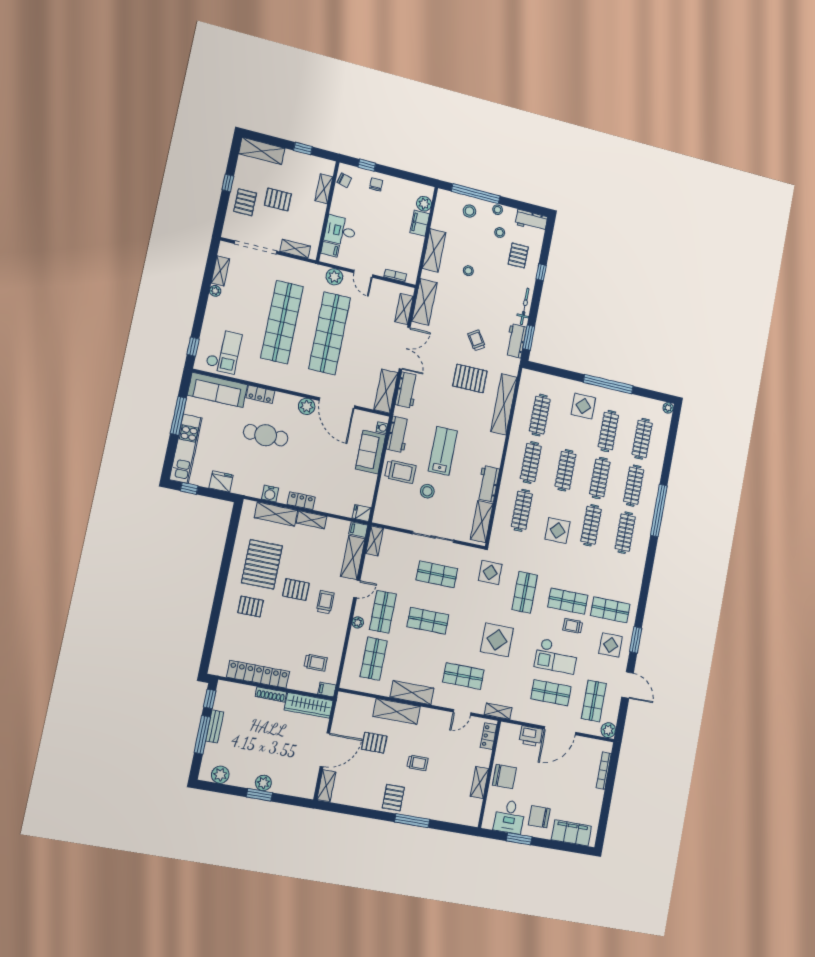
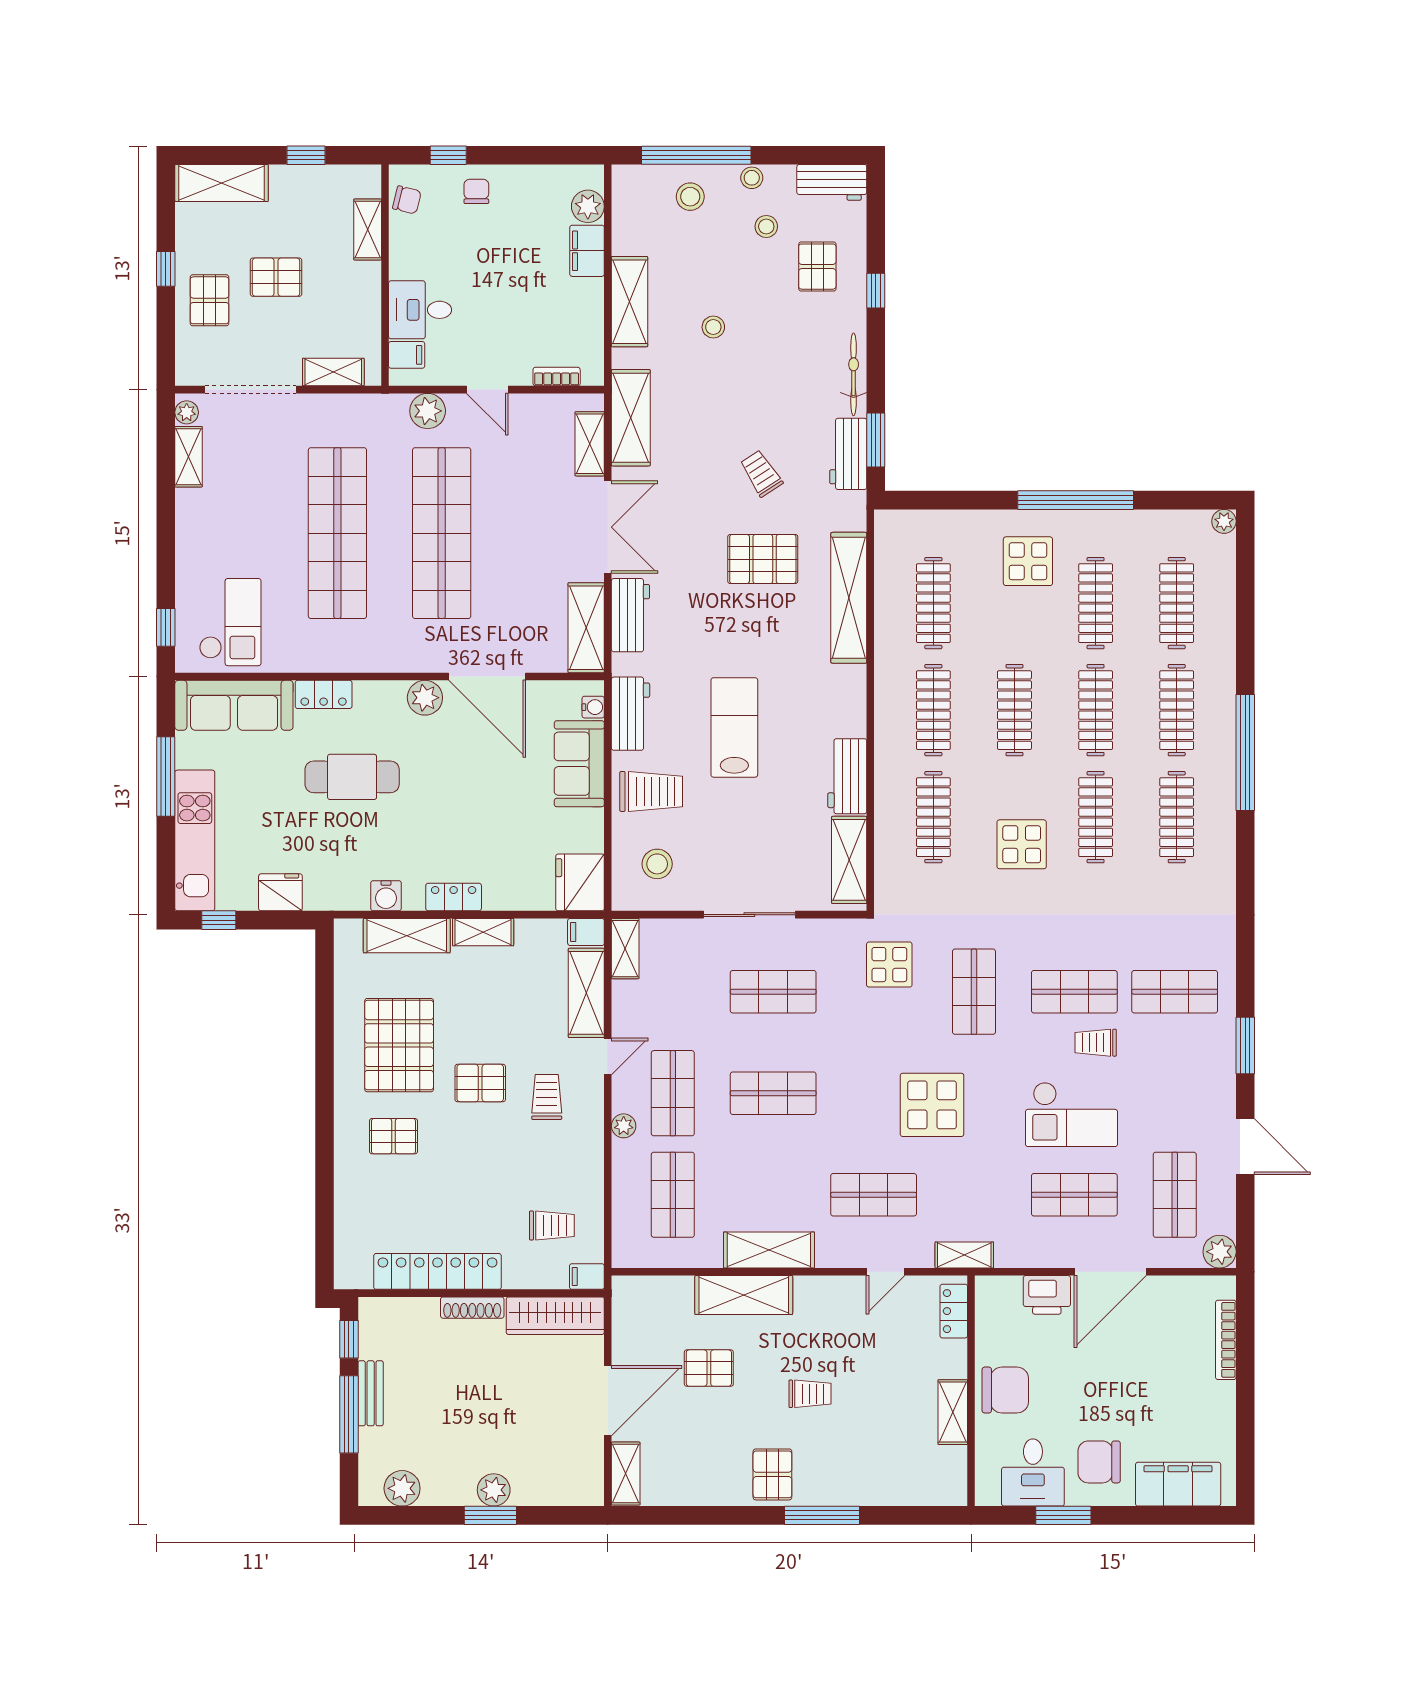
plant: (215, 291) -> (187, 412), moved
stool: (427, 491) -> (657, 864), moved
fridge: (362, 513) -> (580, 882), width x1.88, depth x1.34
display table: (611, 645) -> (1190, 1067), removed

